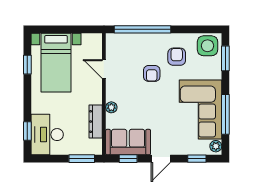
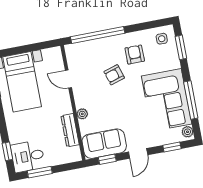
side table: (208, 46) -> (162, 39), width x0.54, depth x0.54
armchair: (152, 73) -> (114, 75), turned 73
desk: (47, 135) -> (28, 156), width x0.73
window: (82, 159) -> (40, 172), moved

